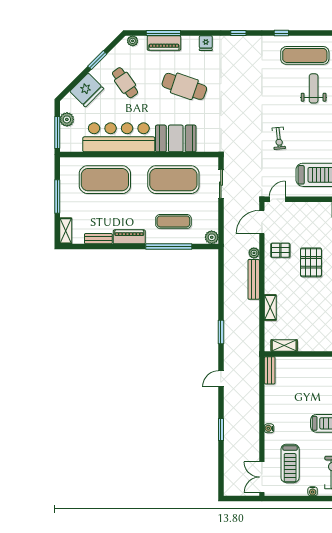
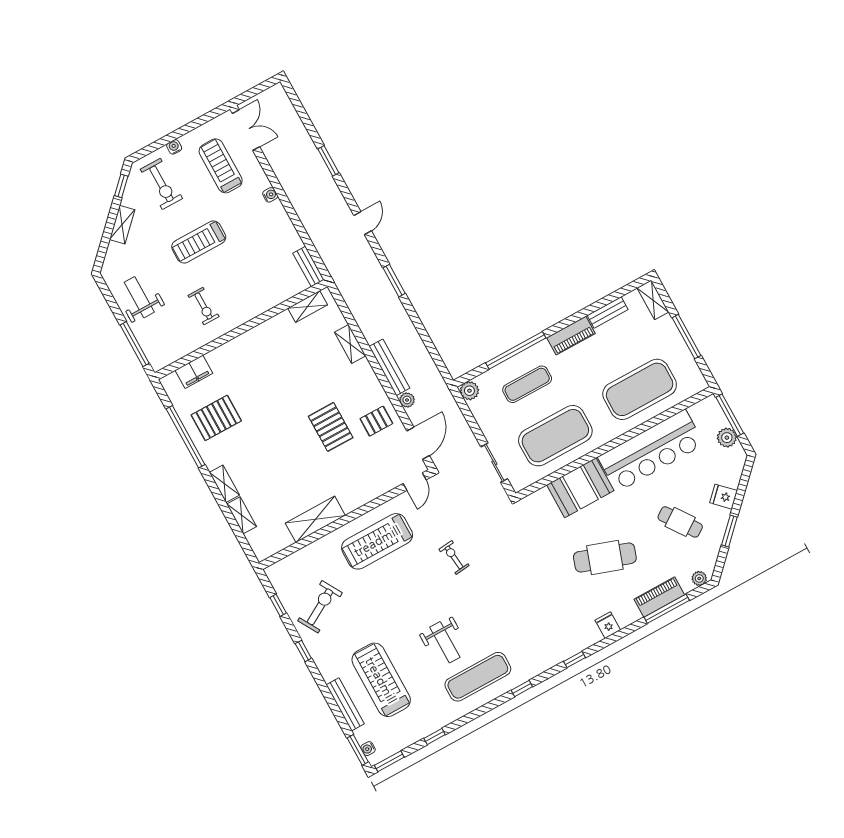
fridge: (87, 90) -> (724, 497), width x0.53, depth x0.75

